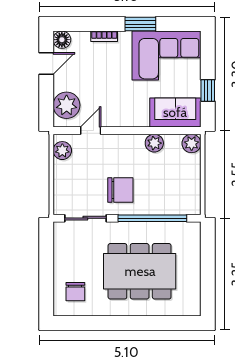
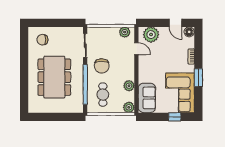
window: (208, 91) -> (175, 117), moved
cafe table: (169, 188) -> (103, 95), added

